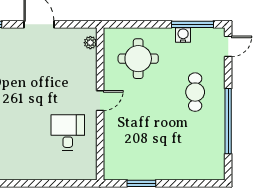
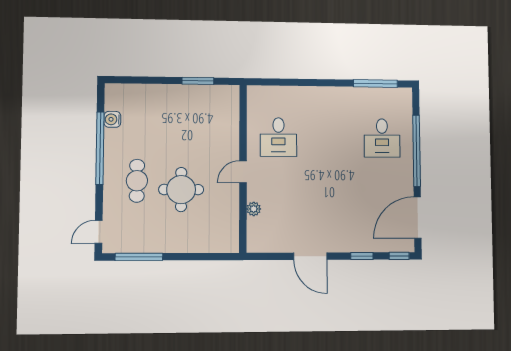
water cooler: (183, 35) -> (112, 119), moved, turned 90
plant: (90, 43) -> (254, 209), moved
round table: (138, 59) -> (181, 190), moved

